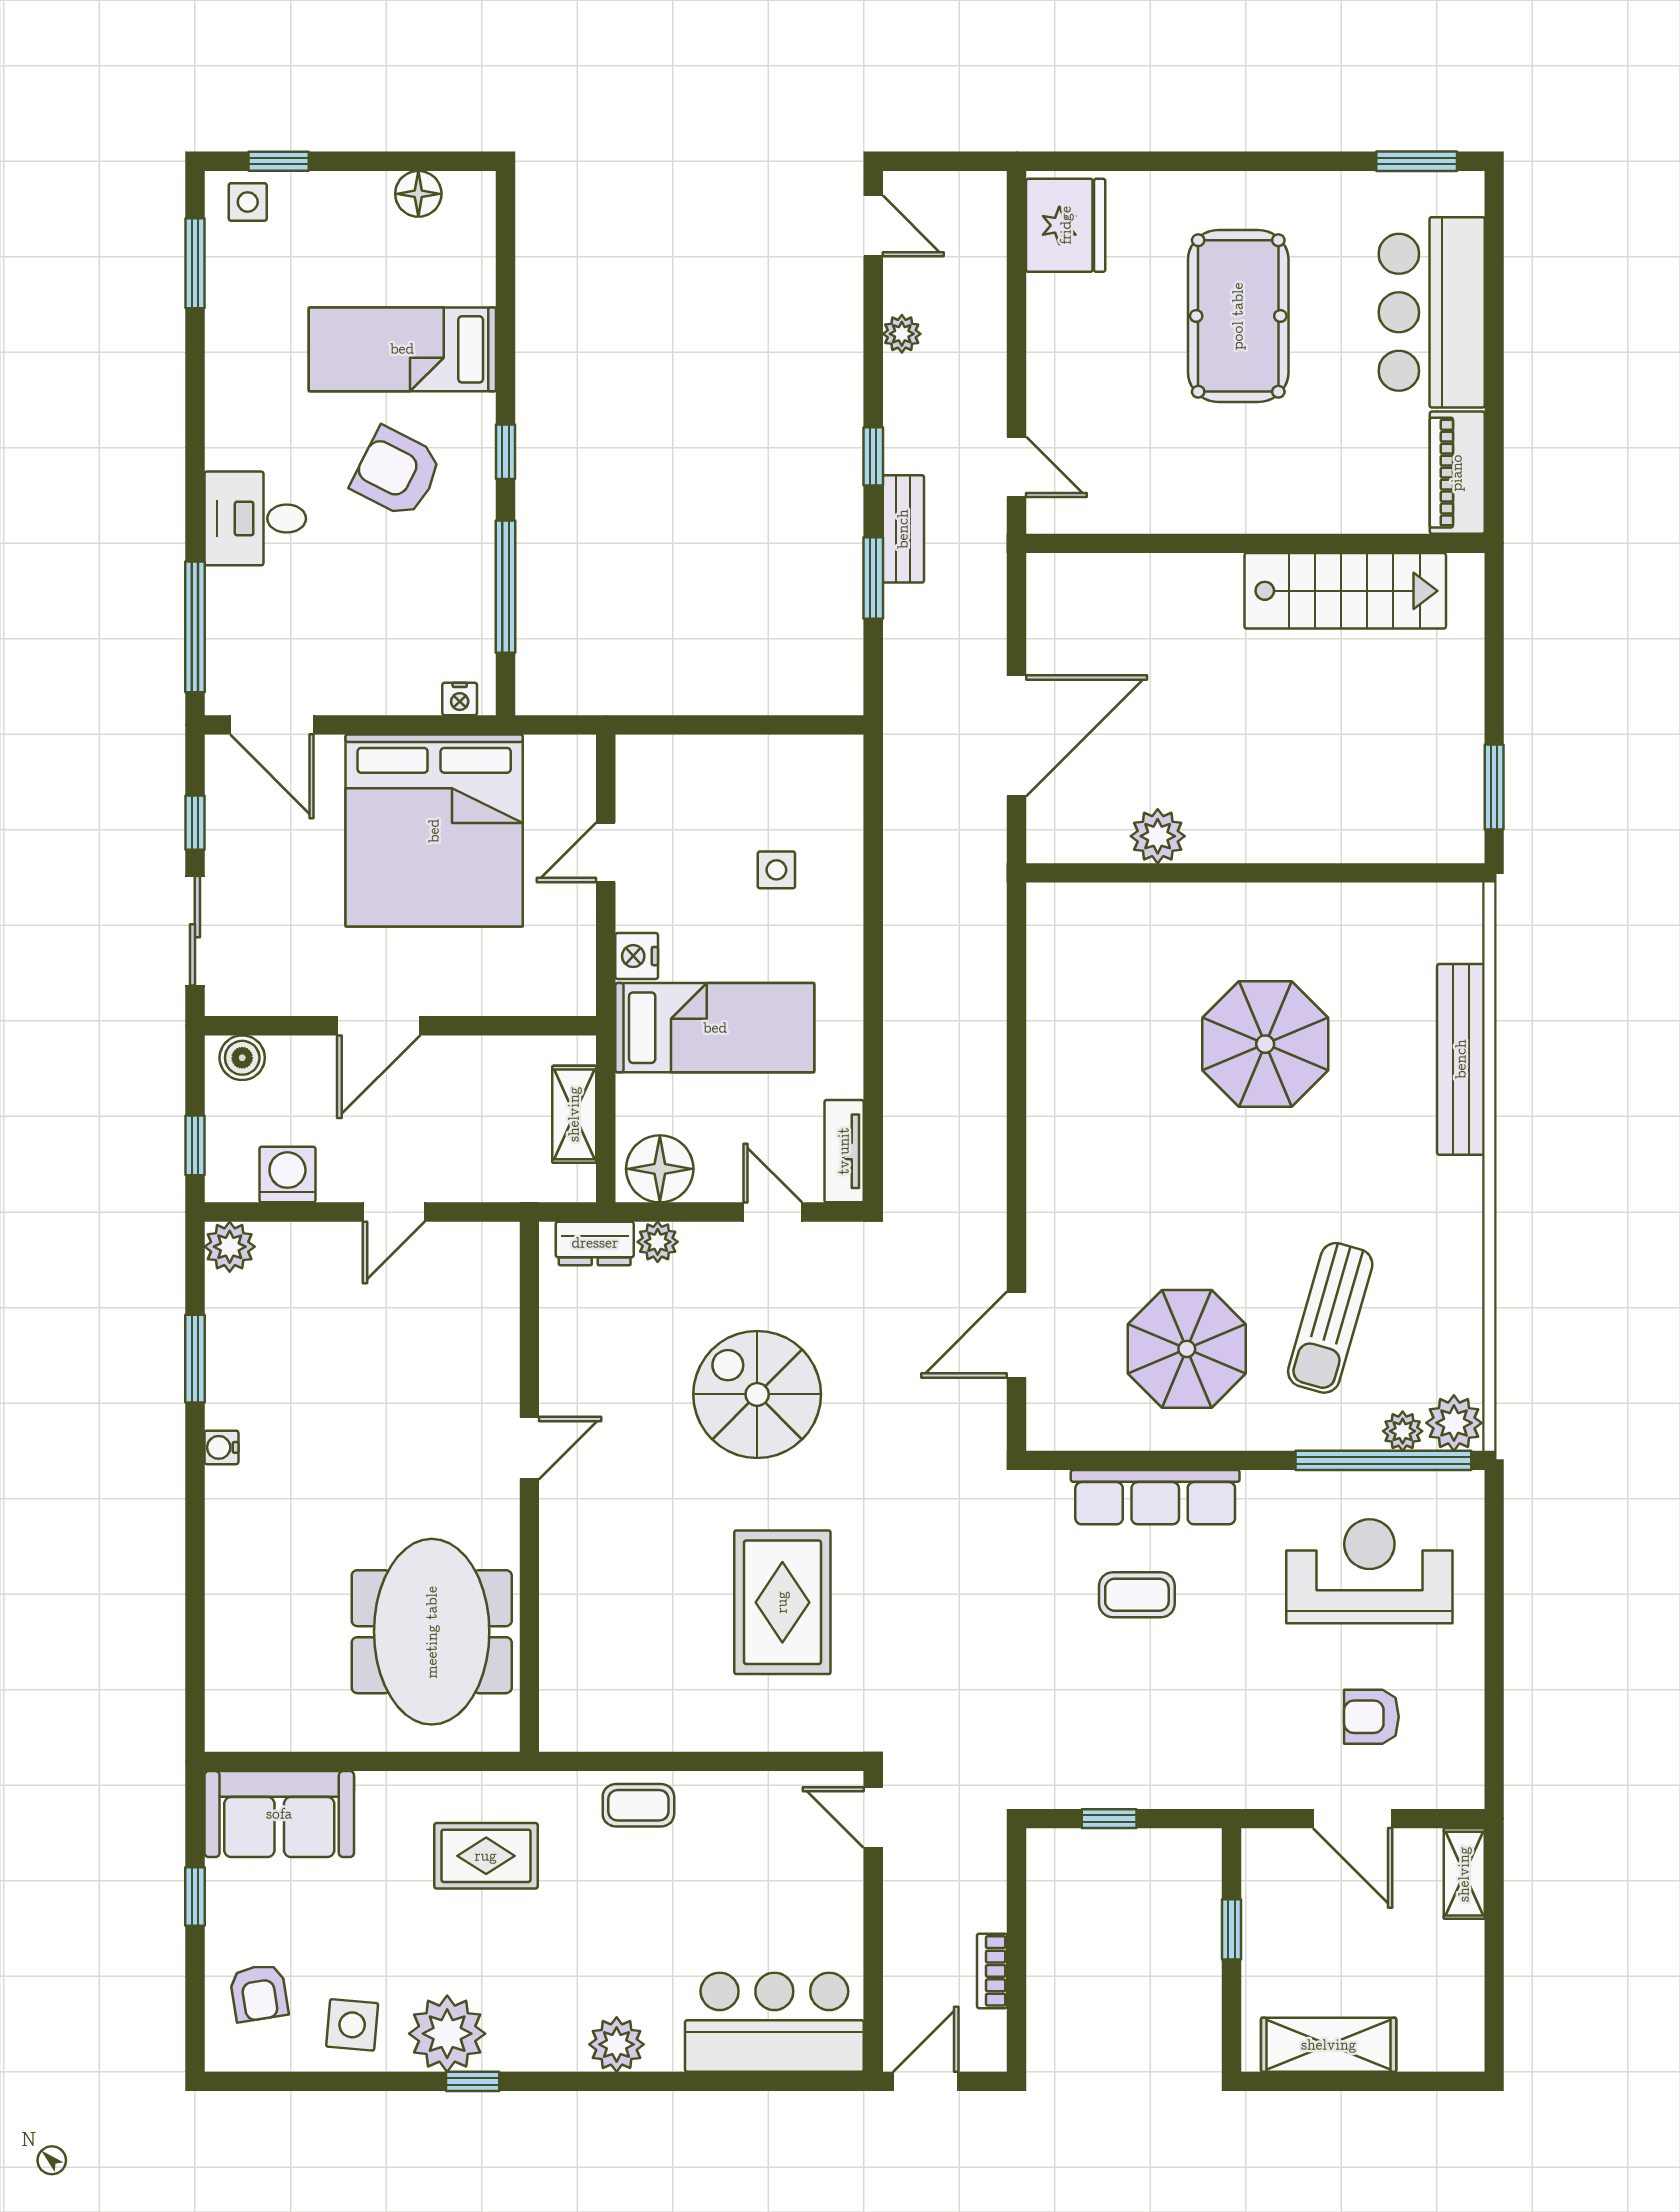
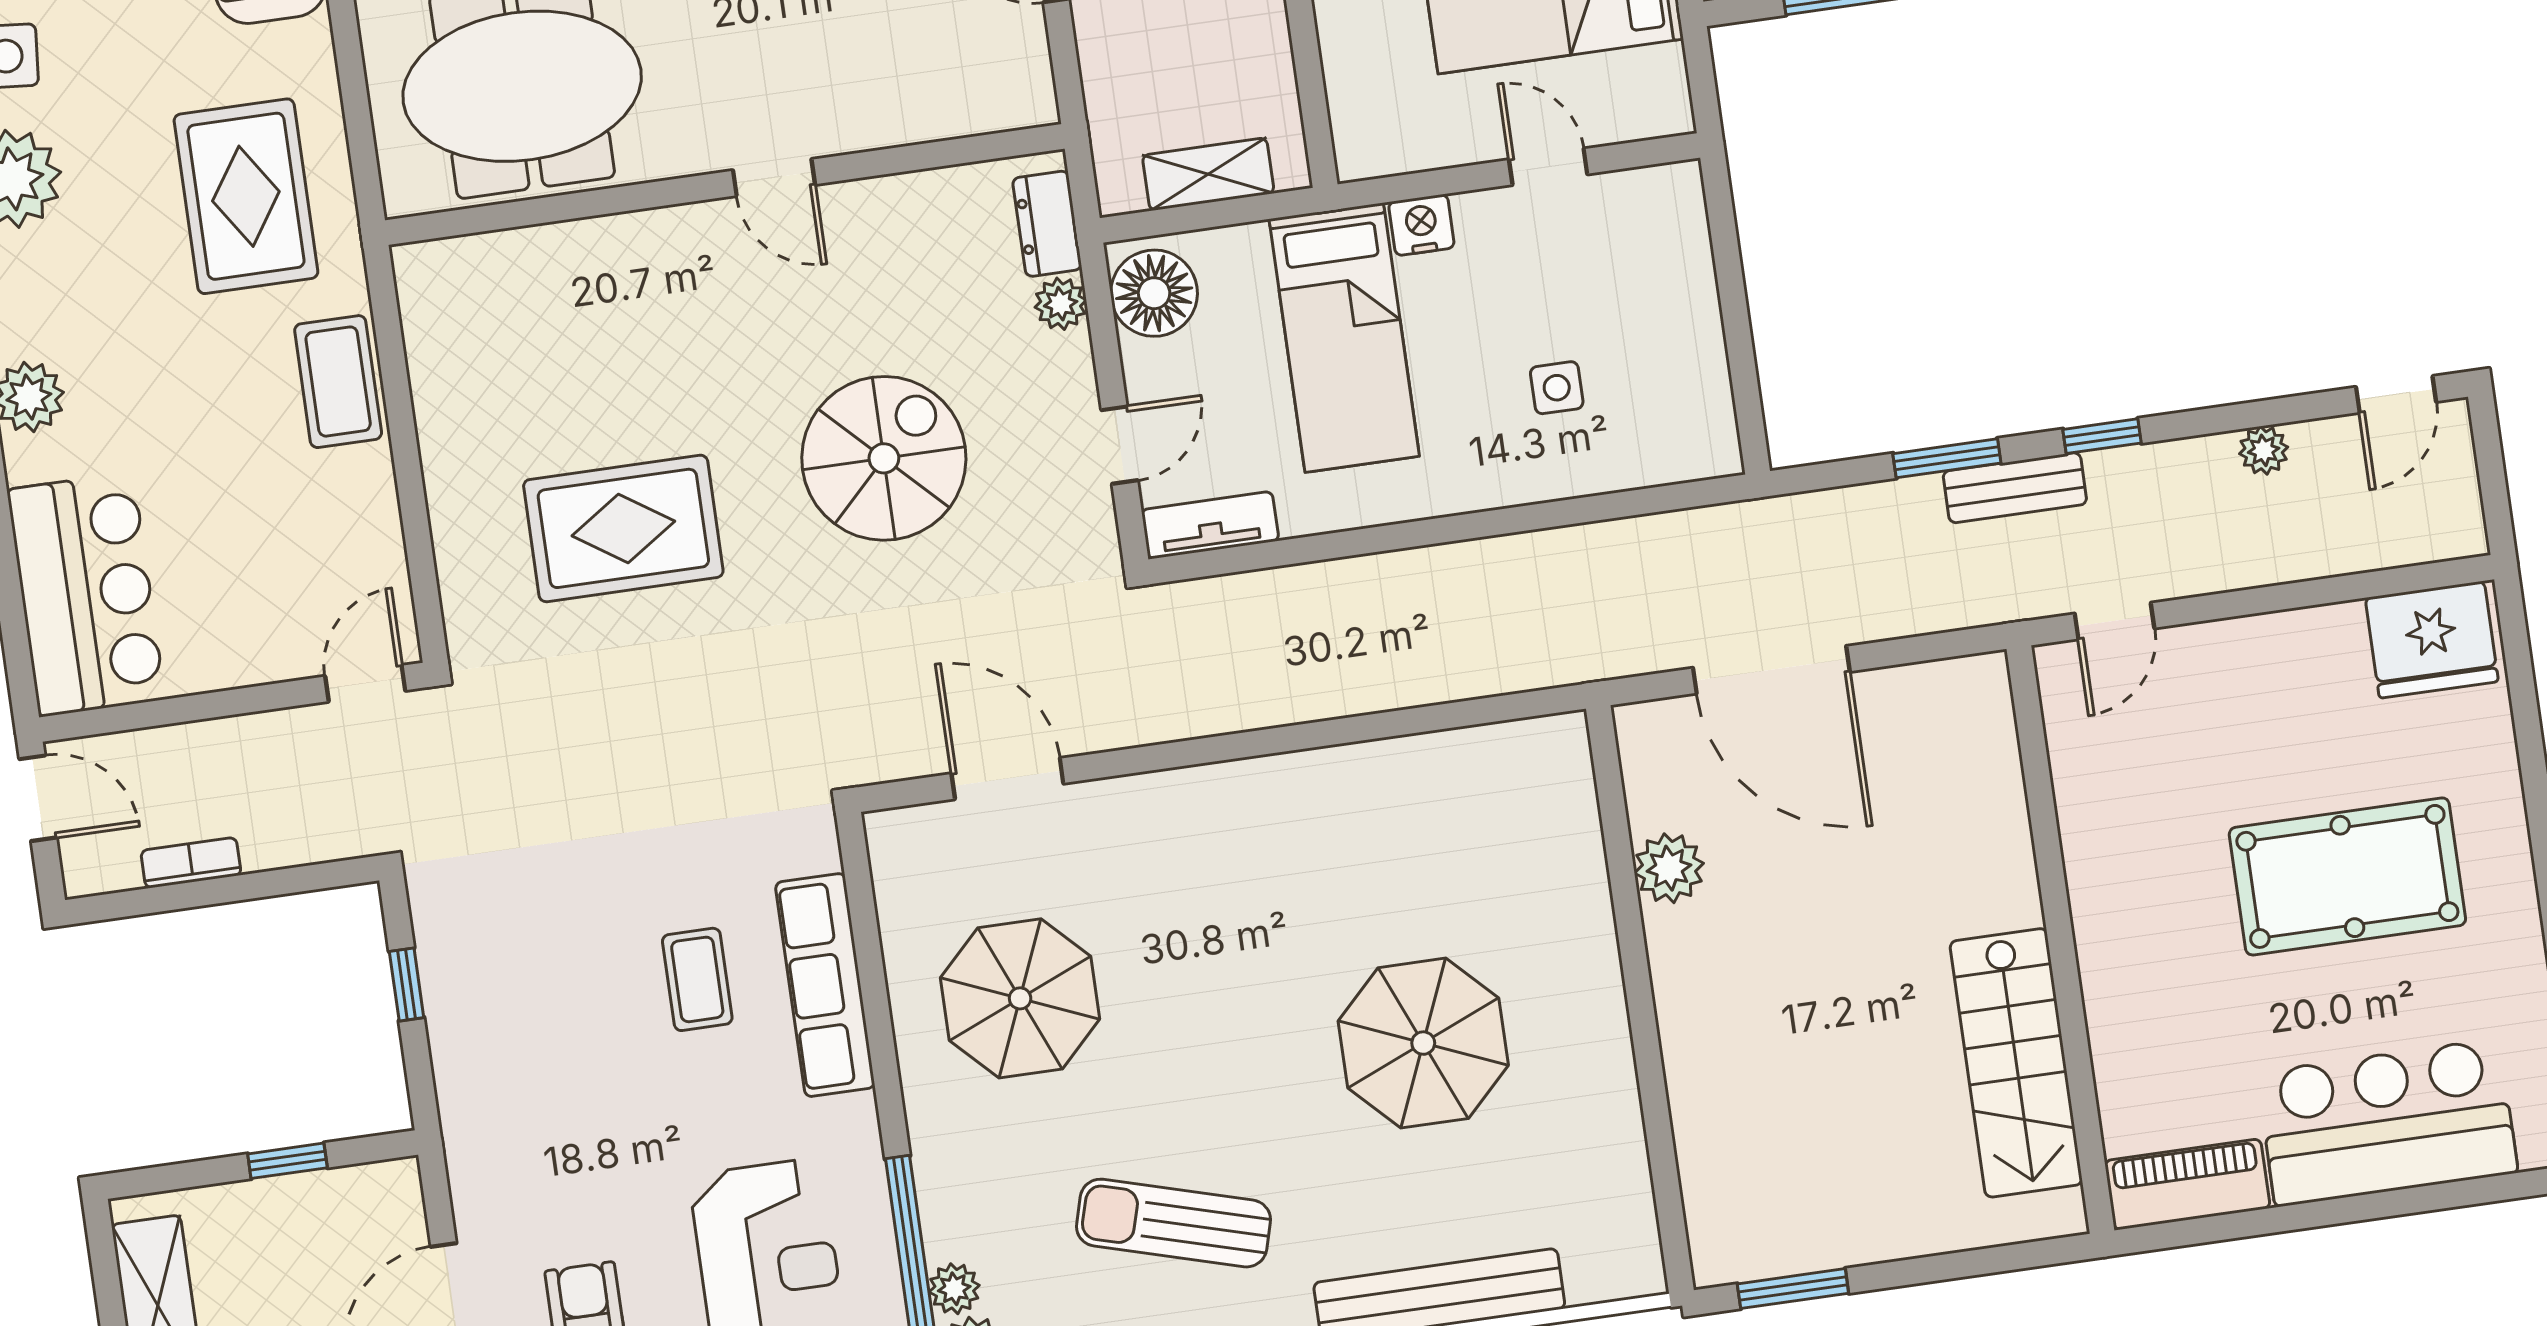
sun lounger: (1330, 1318) -> (1174, 1223), moved
coffee table: (638, 1805) -> (338, 382), width x1.36, depth x1.30
rug: (486, 1856) -> (246, 196), width x1.36, depth x1.43

